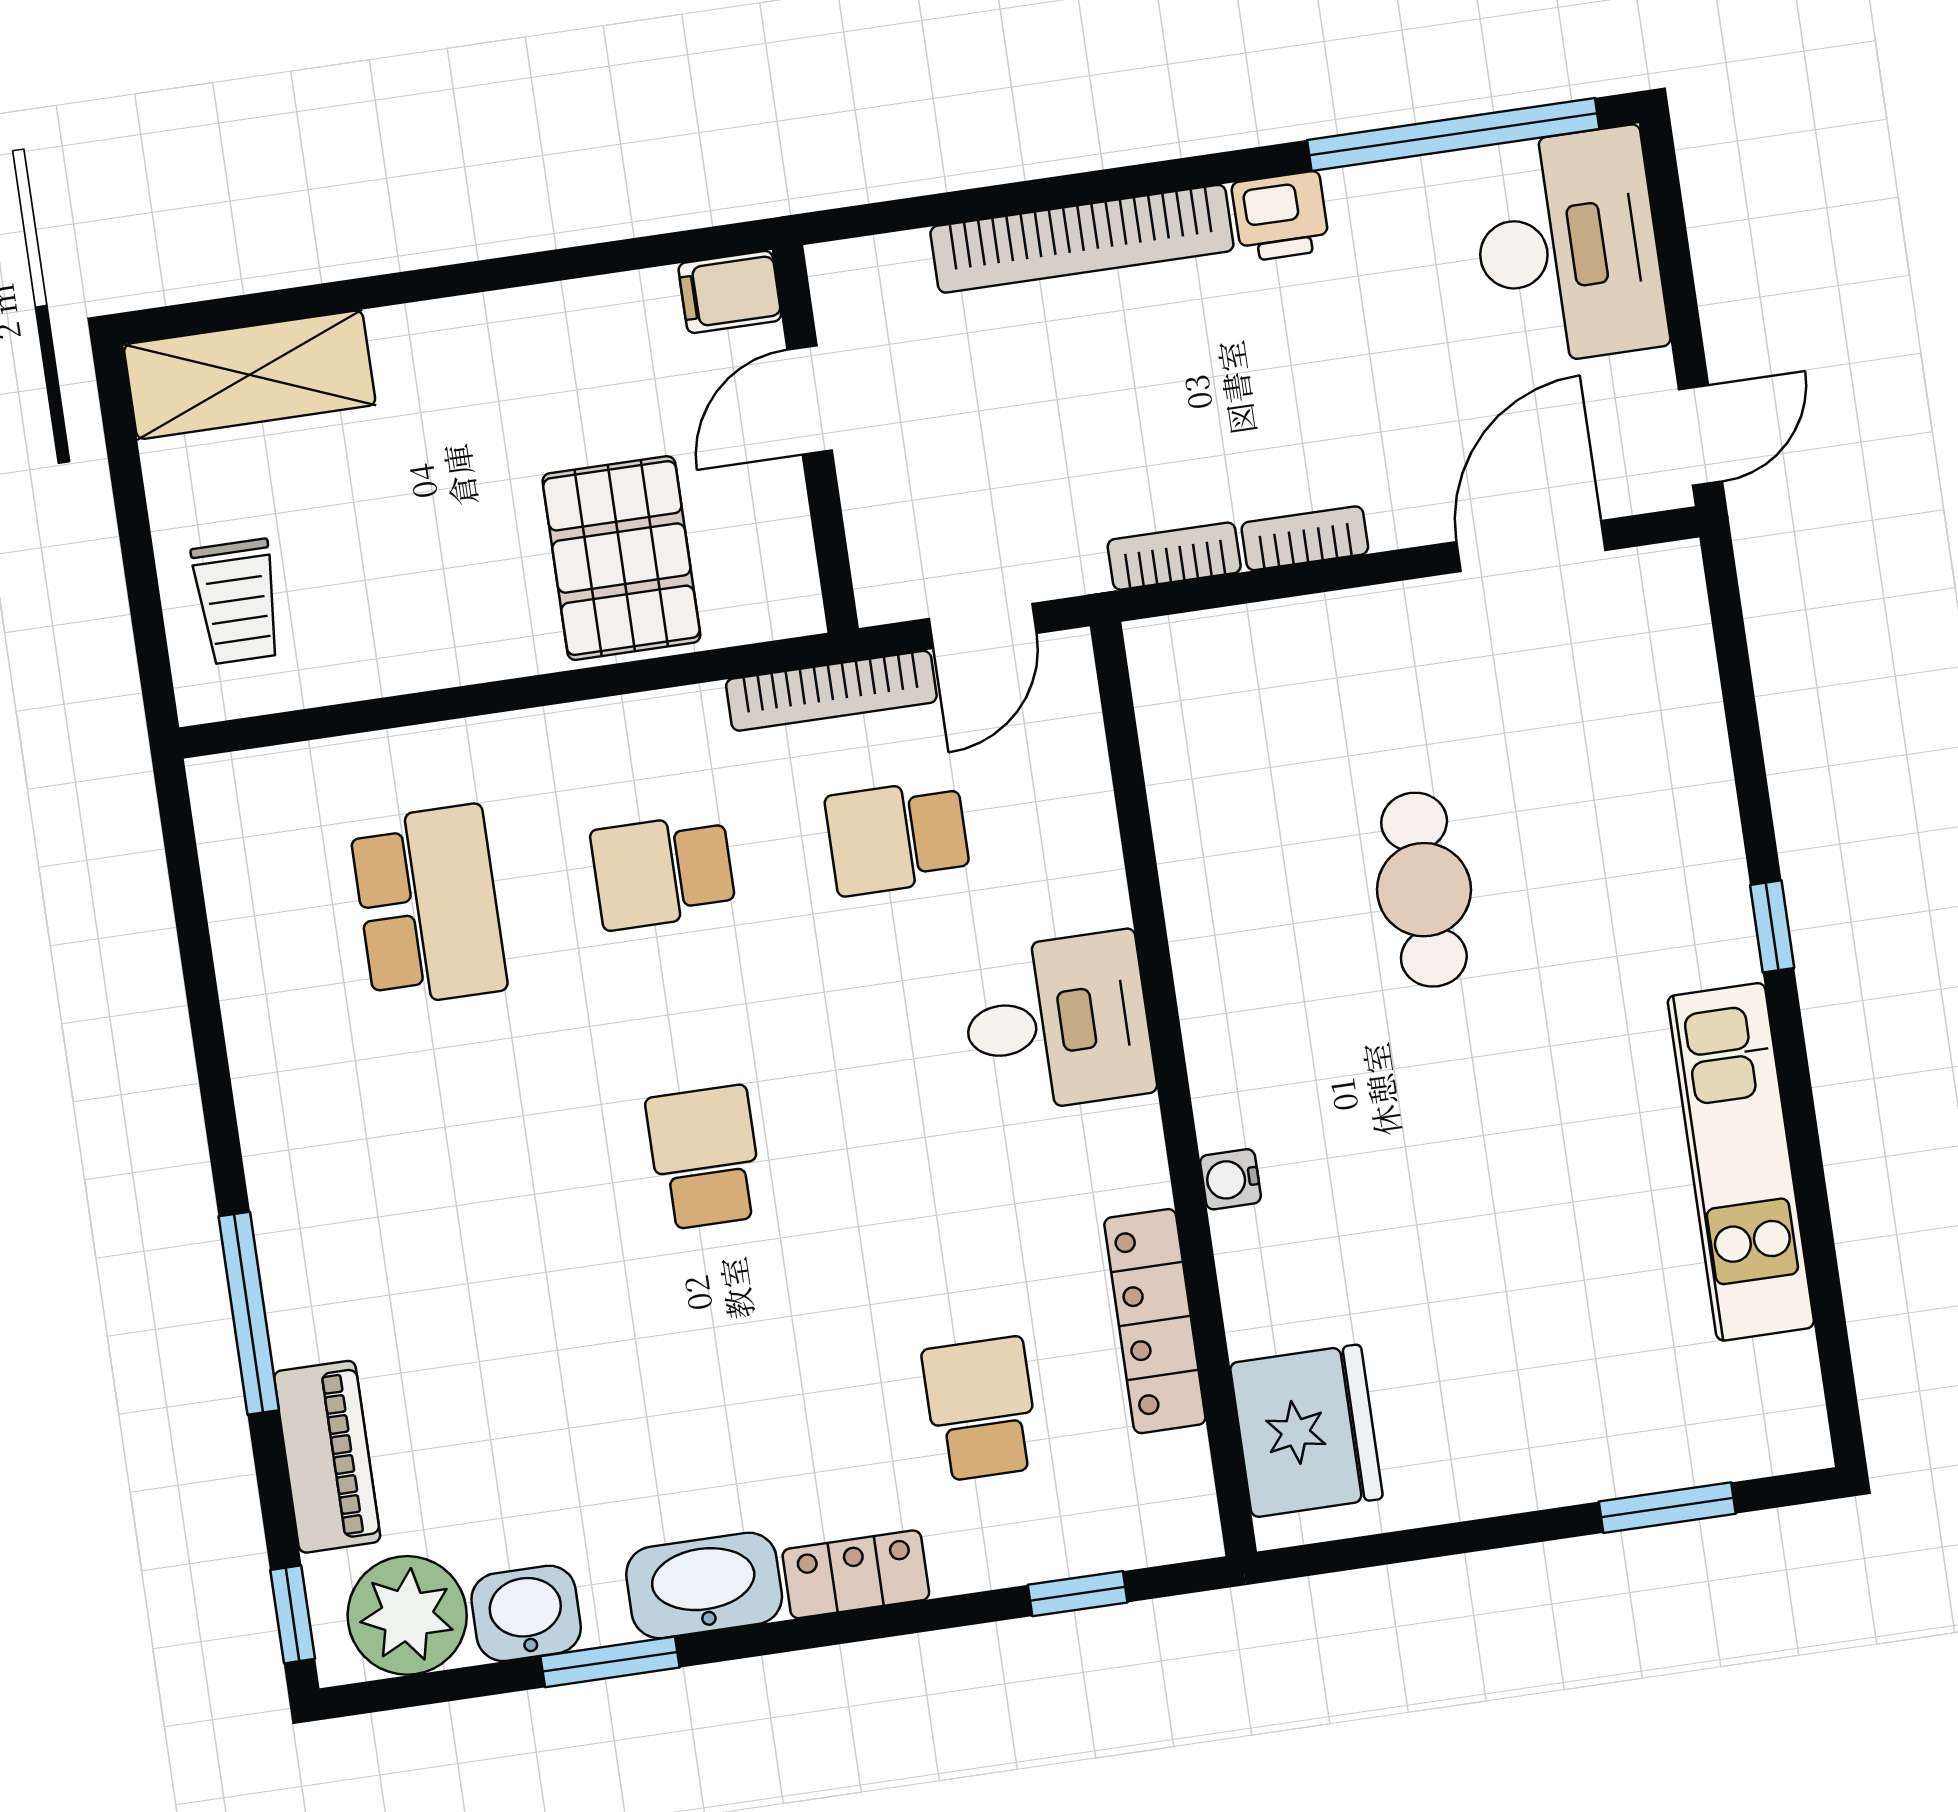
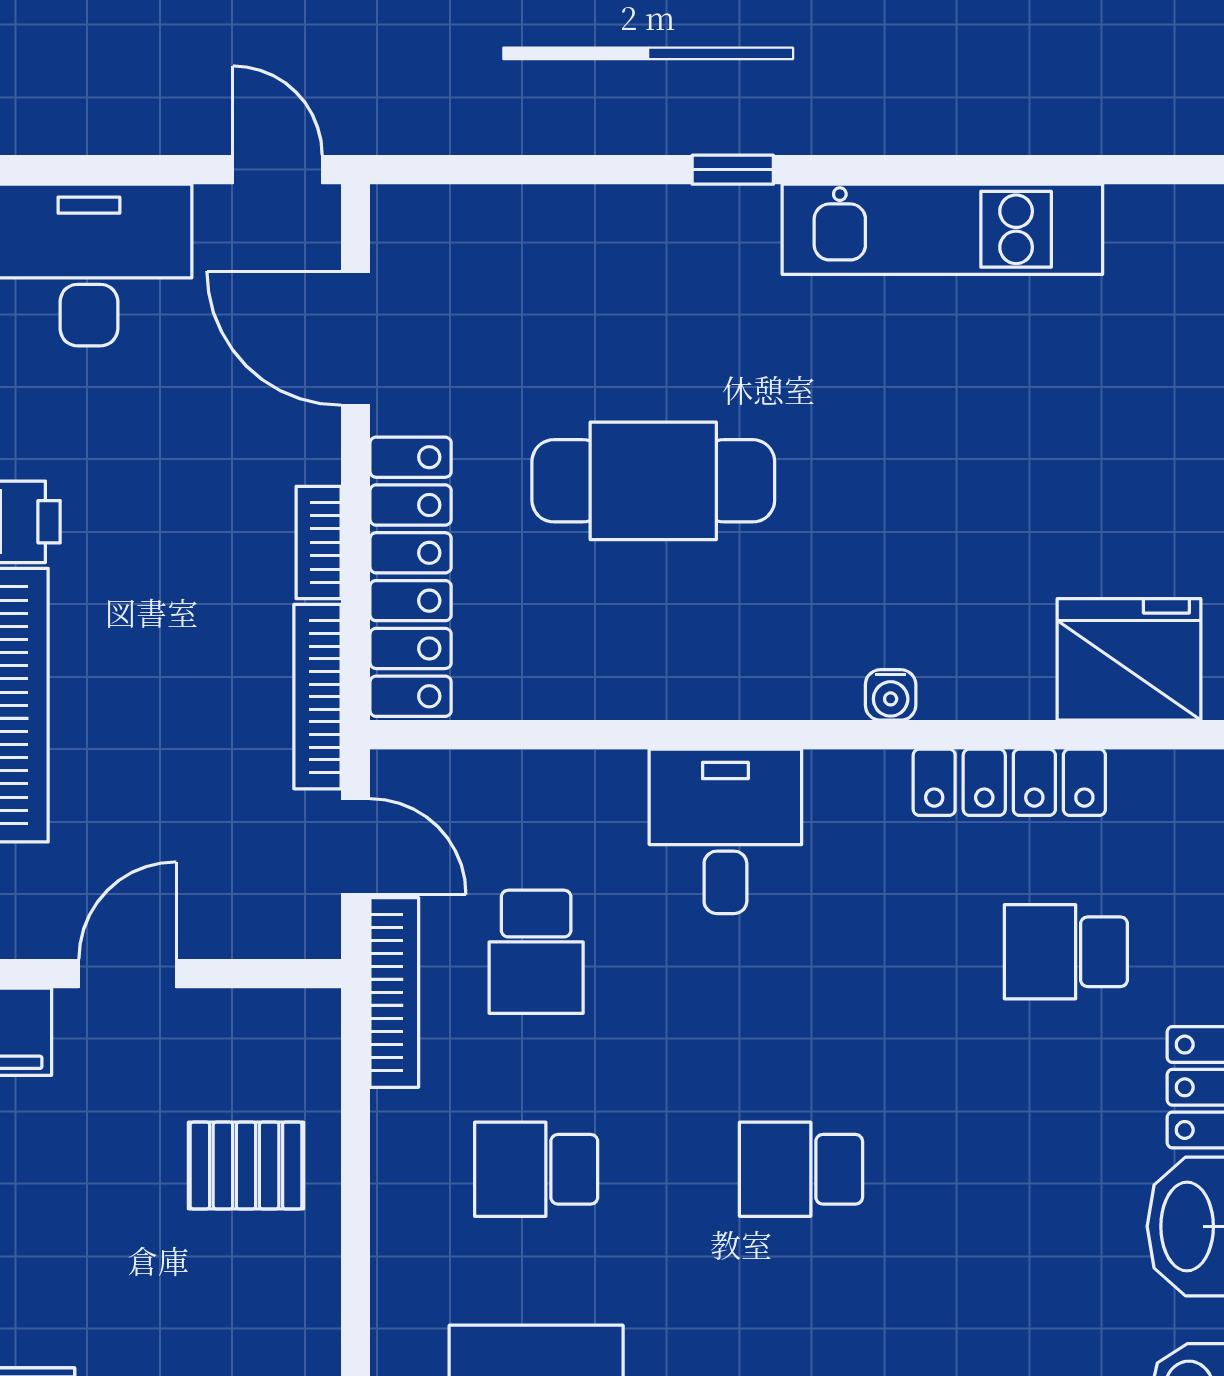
door: (810, 400) -> (128, 974), swing flipped
bookcase: (1174, 556) -> (317, 697), width x1.56
pallet: (621, 558) -> (246, 1166), width x0.67, depth x0.71
locker: (1282, 643) -> (411, 577), added
school desk: (663, 872) -> (536, 1169), turned 90
cafe table: (1424, 890) -> (653, 481), width x1.37, depth x1.35

